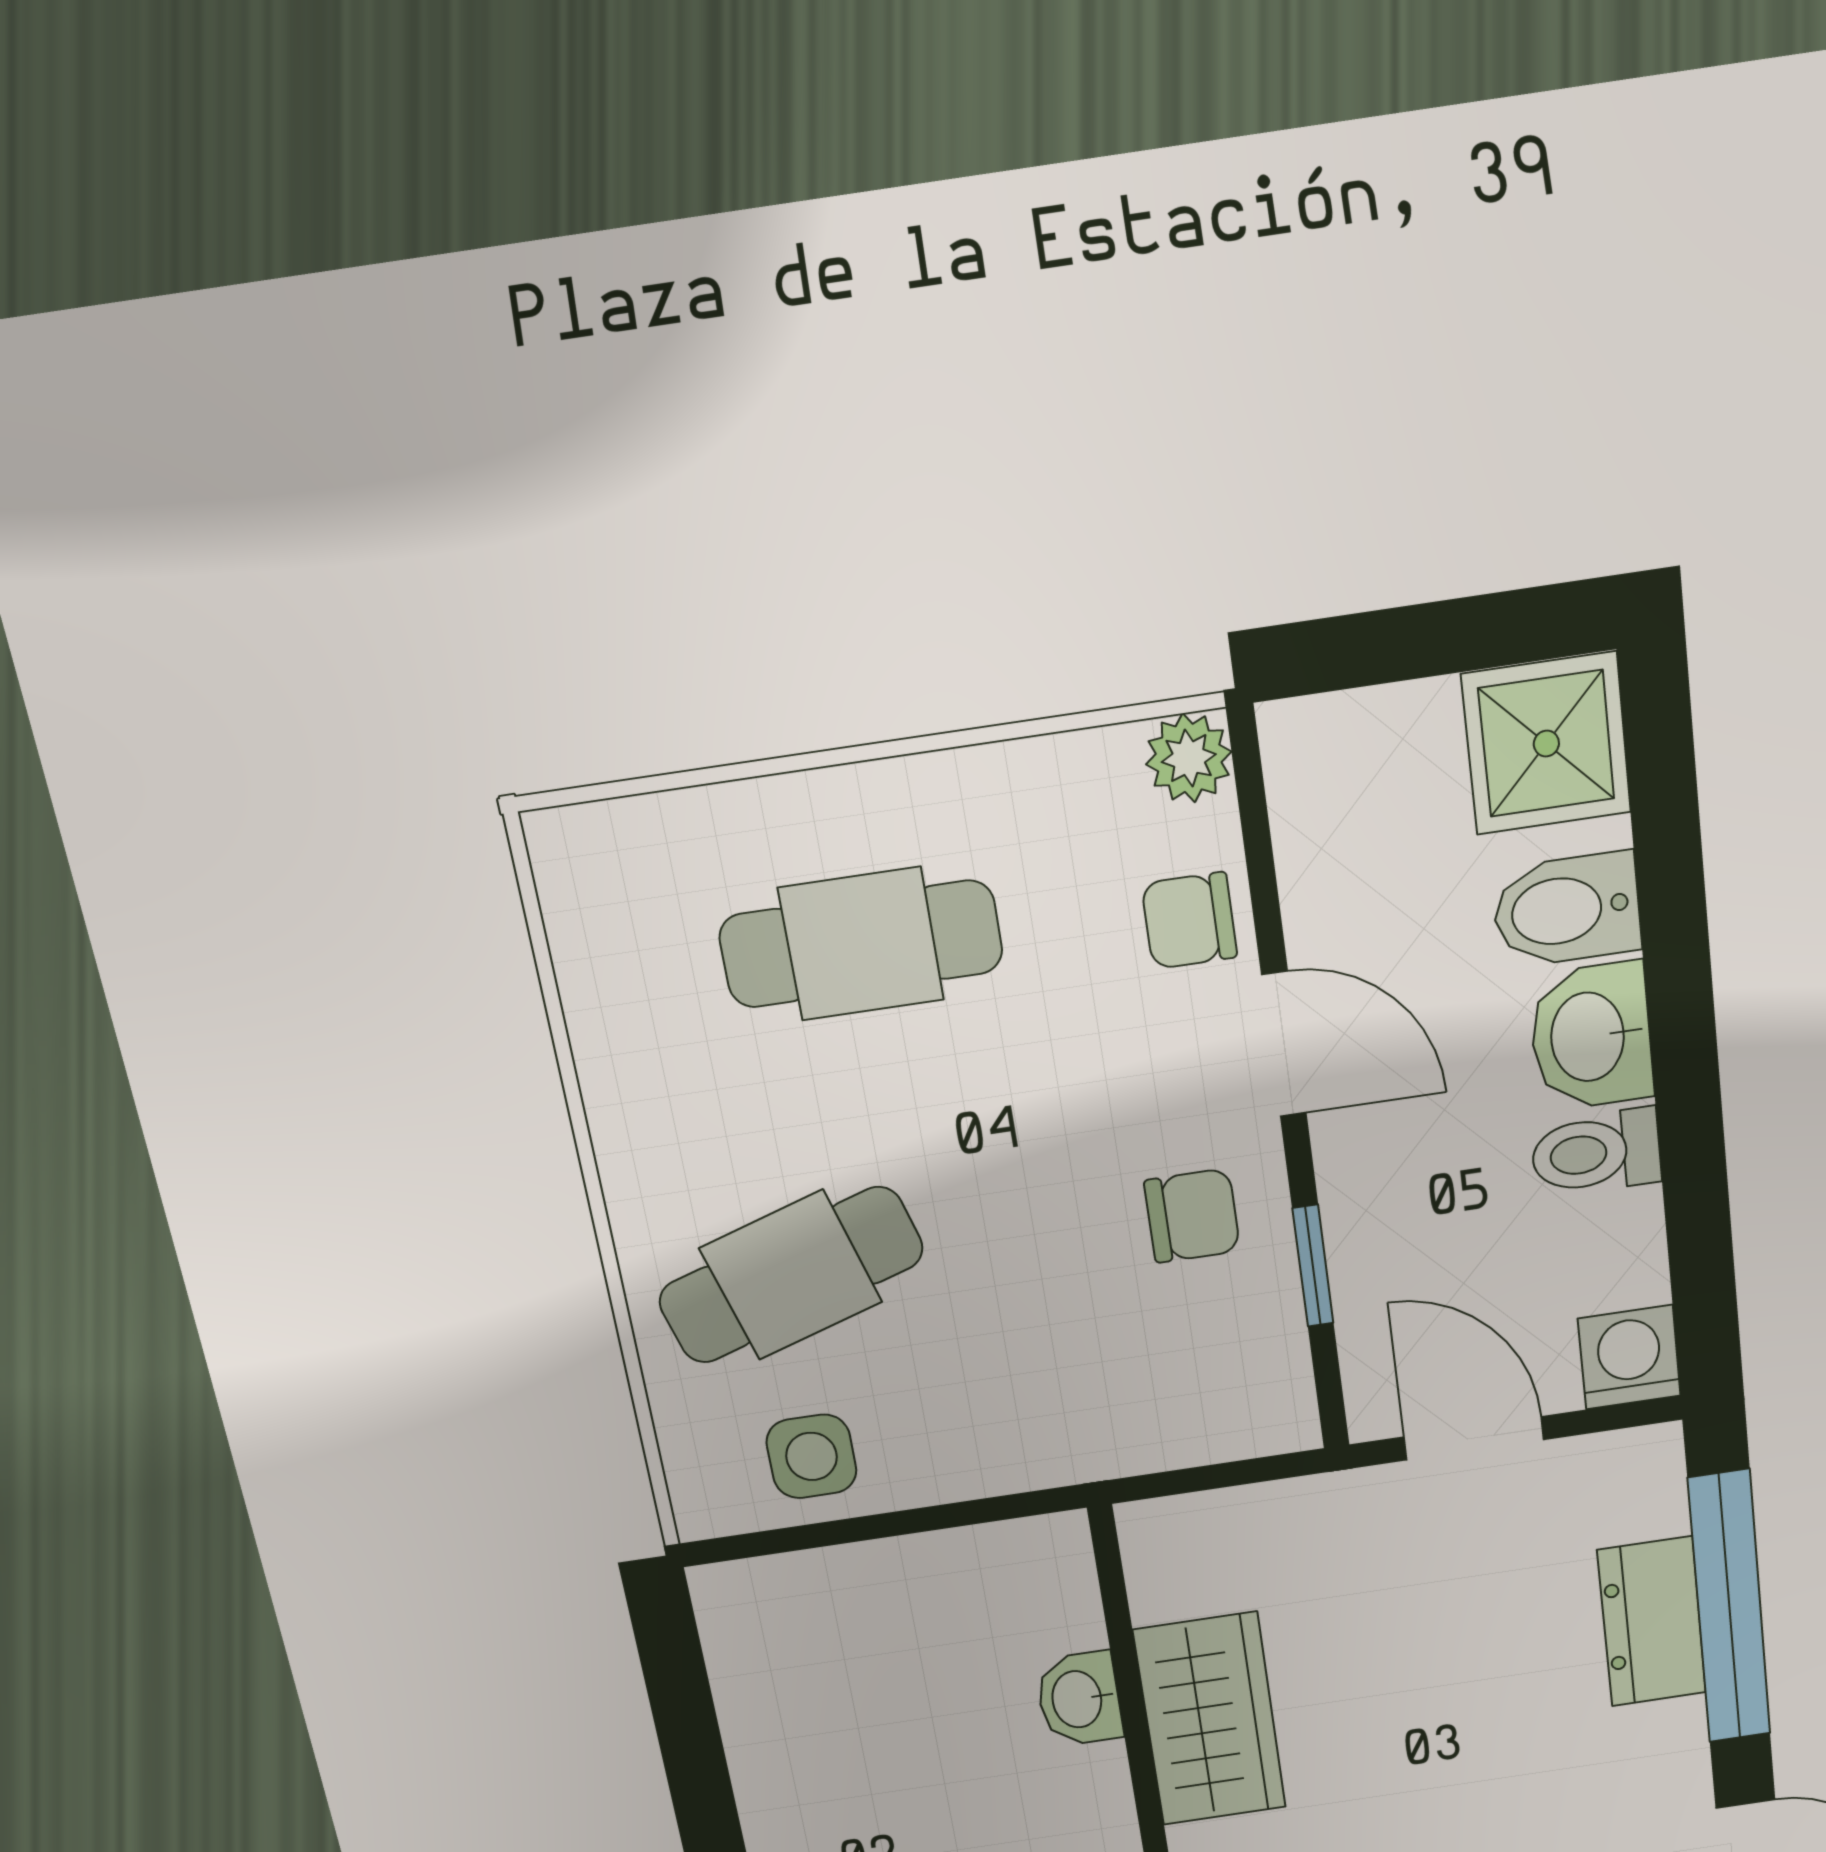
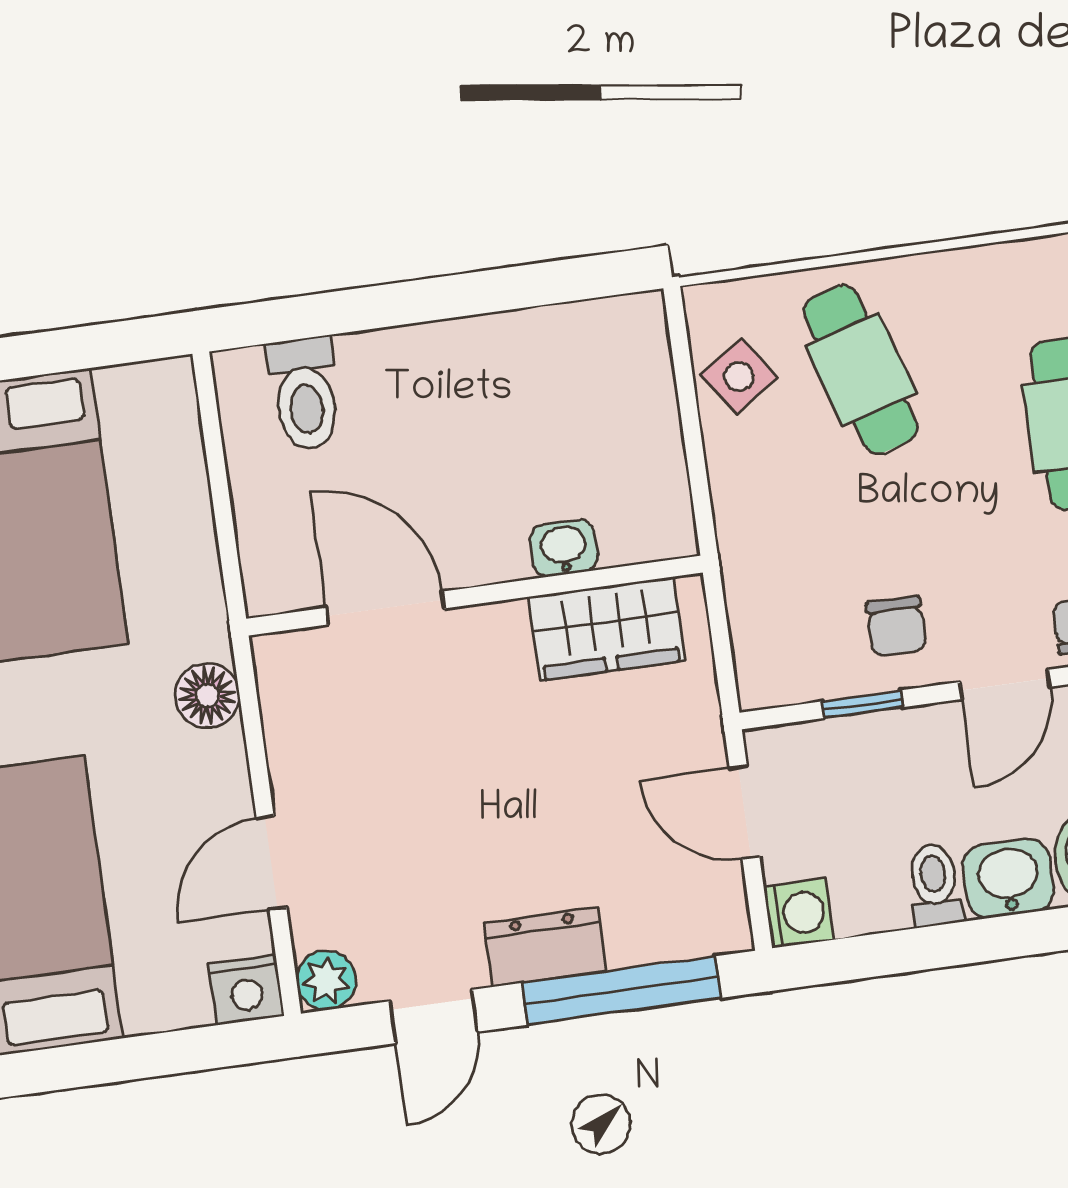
door: (1474, 1438) -> (745, 812), swing flipped
side table: (811, 1456) -> (739, 376), turned -34
dresser: (1652, 1622) -> (545, 947), moved
wardrobe: (1210, 1719) -> (607, 629), moved

